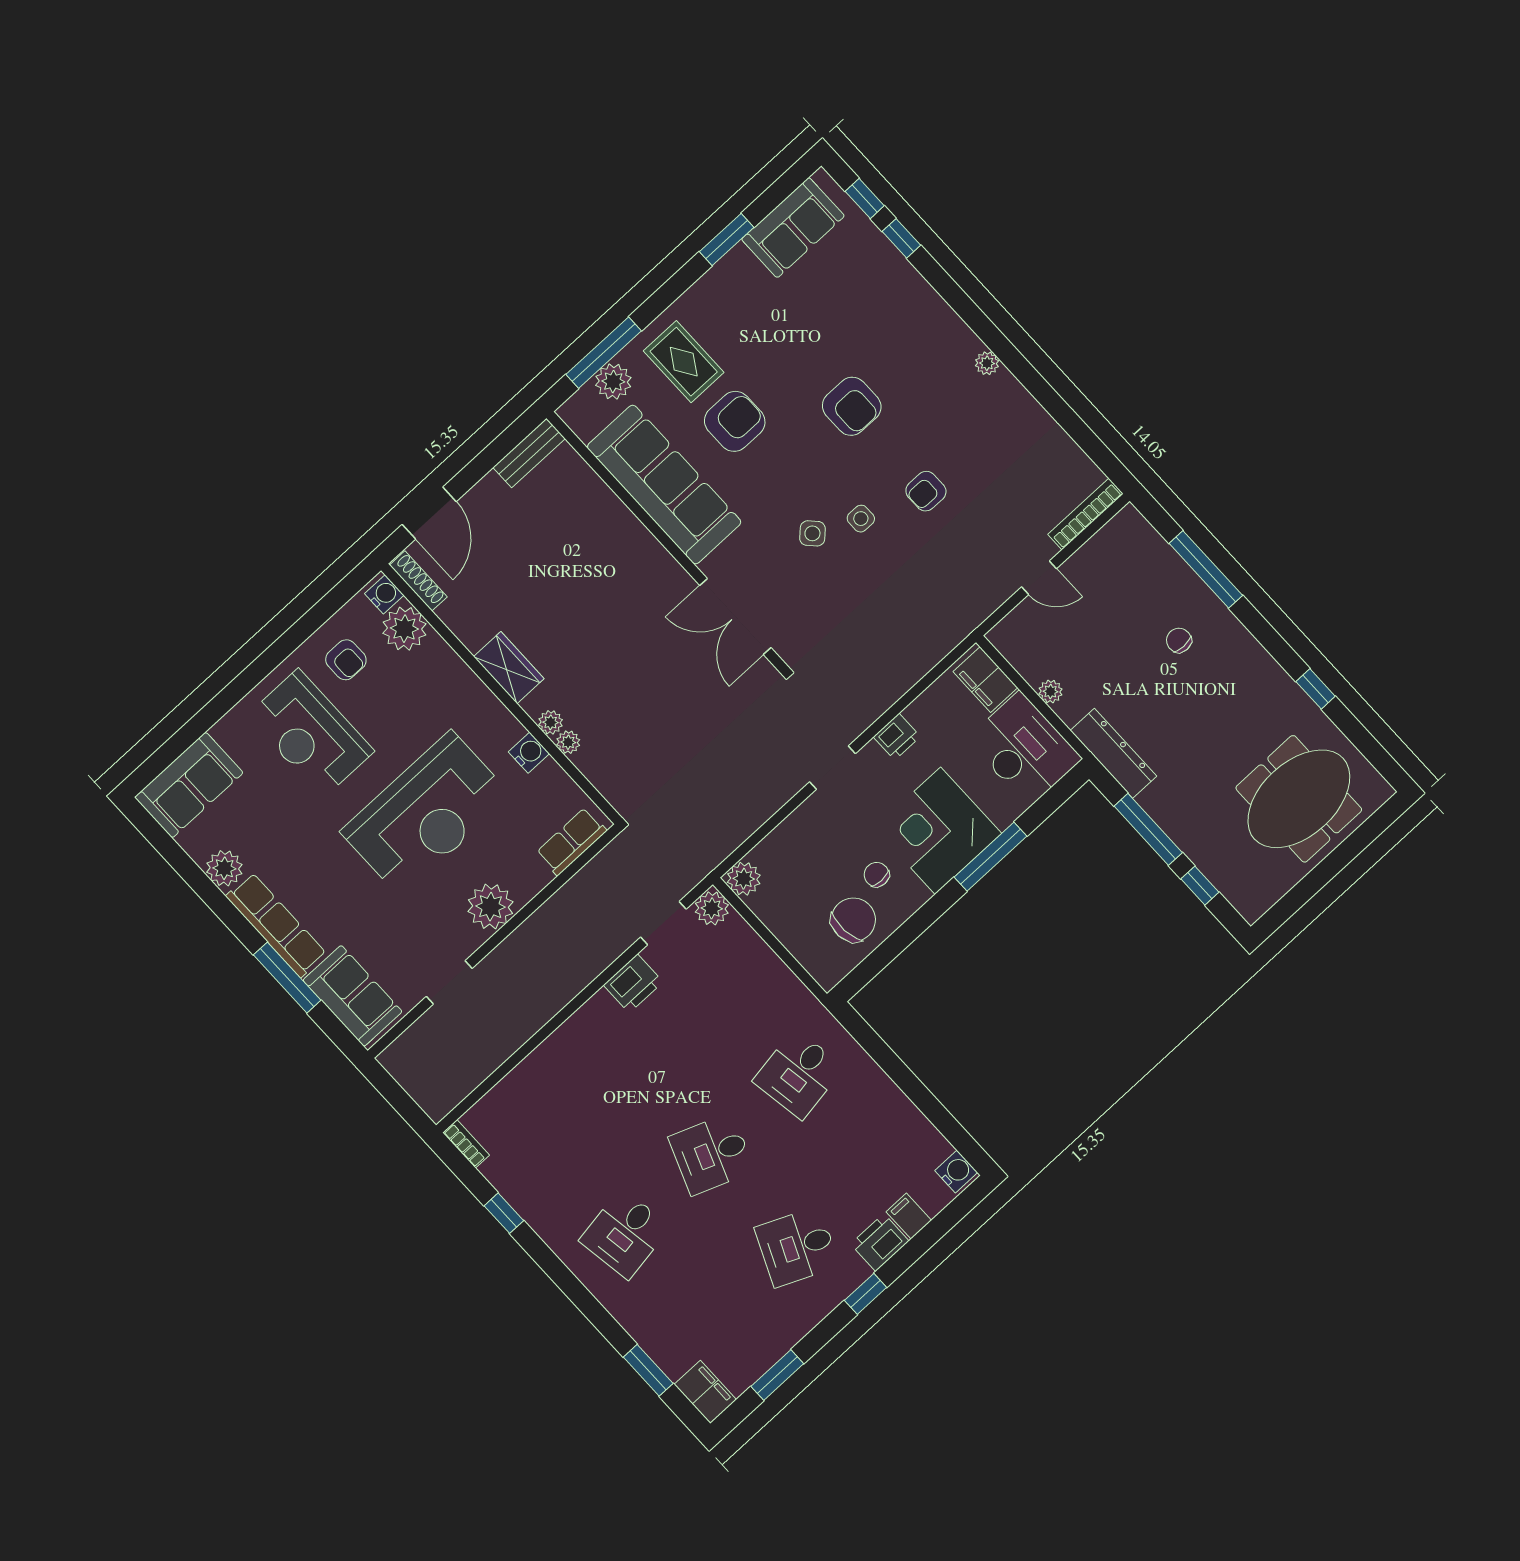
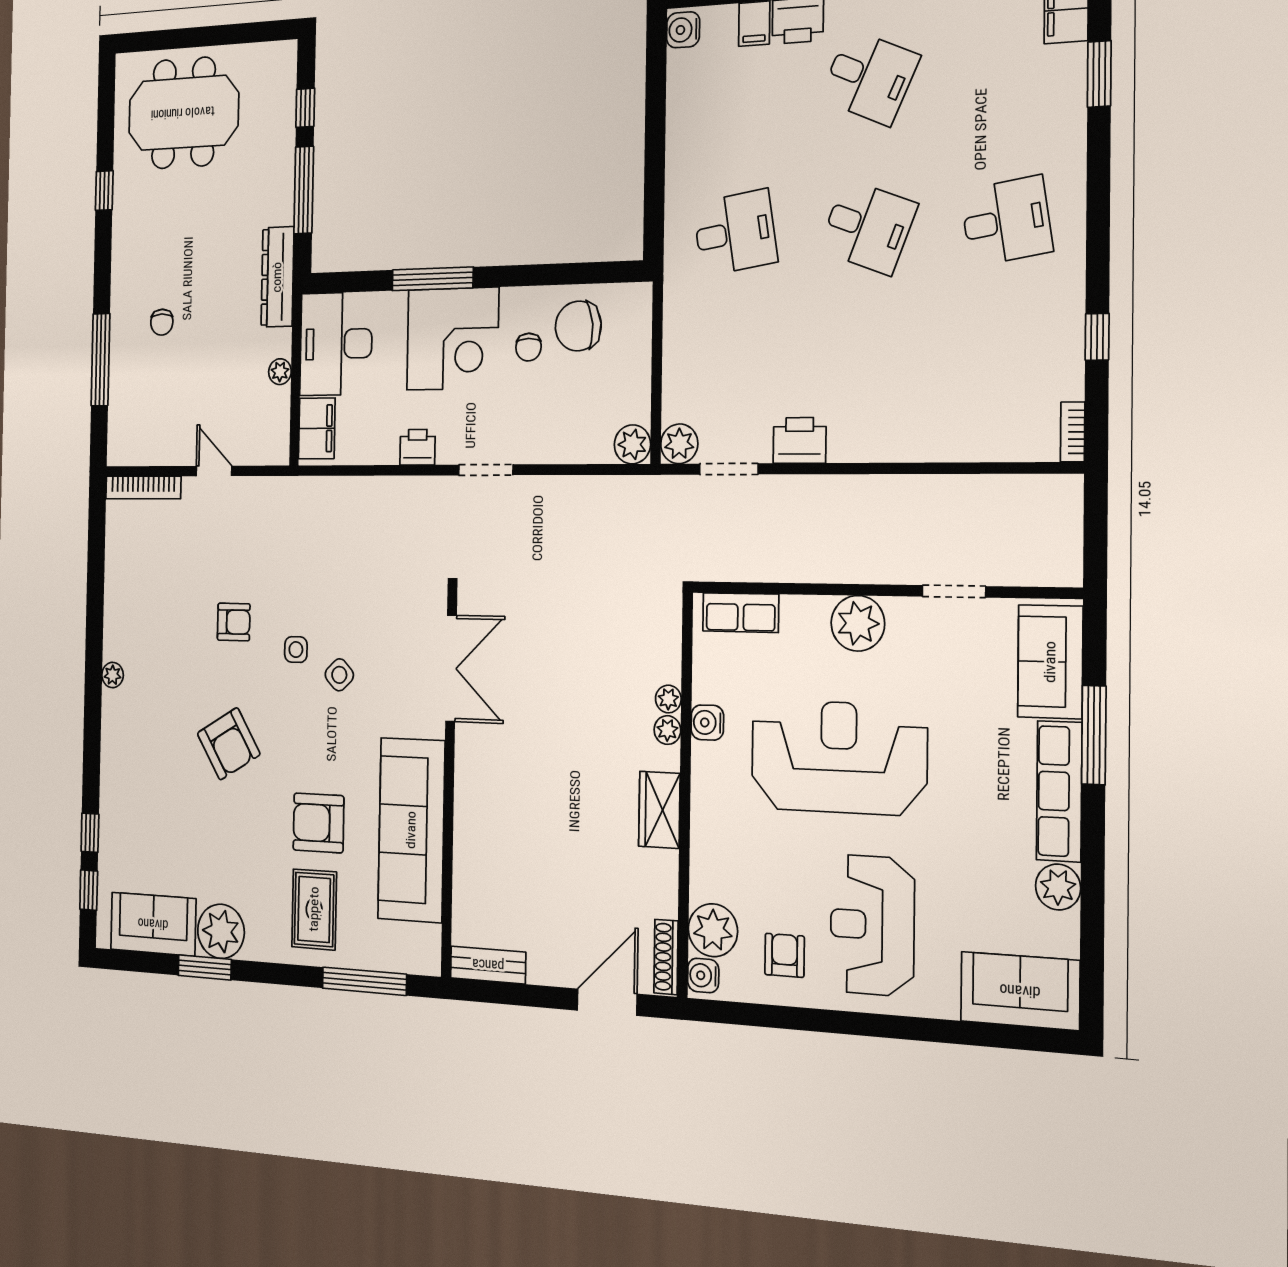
plant: (613, 381) -> (221, 931), moved, width x1.36, depth x1.36
armchair: (852, 406) -> (229, 744), turned 149
reception desk: (310, 733) -> (872, 925), turned 180

